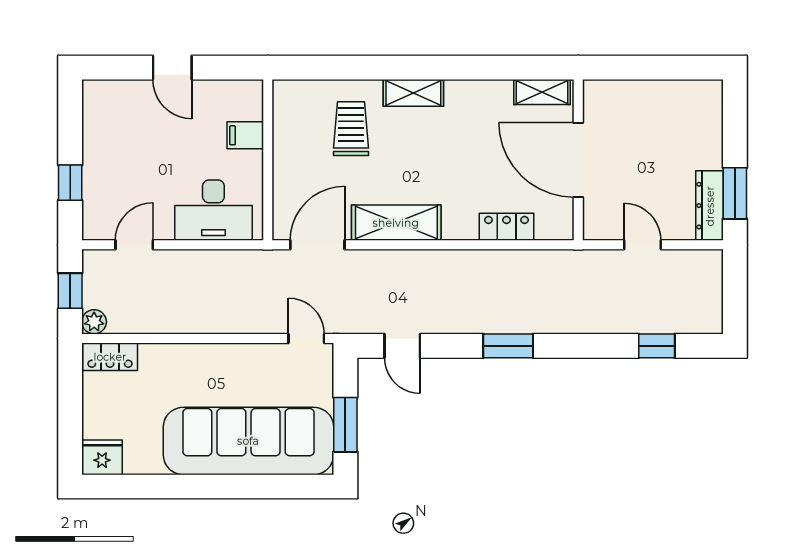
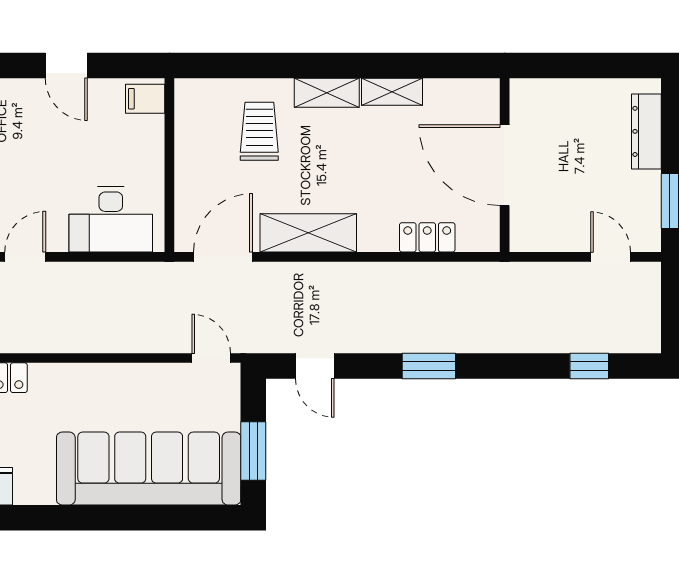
shelving: (542, 92) -> (392, 92), moved
filing cabinet: (245, 135) -> (145, 99), moved
dresser: (710, 206) -> (646, 131), moved
door: (642, 245) -> (611, 257), moved

